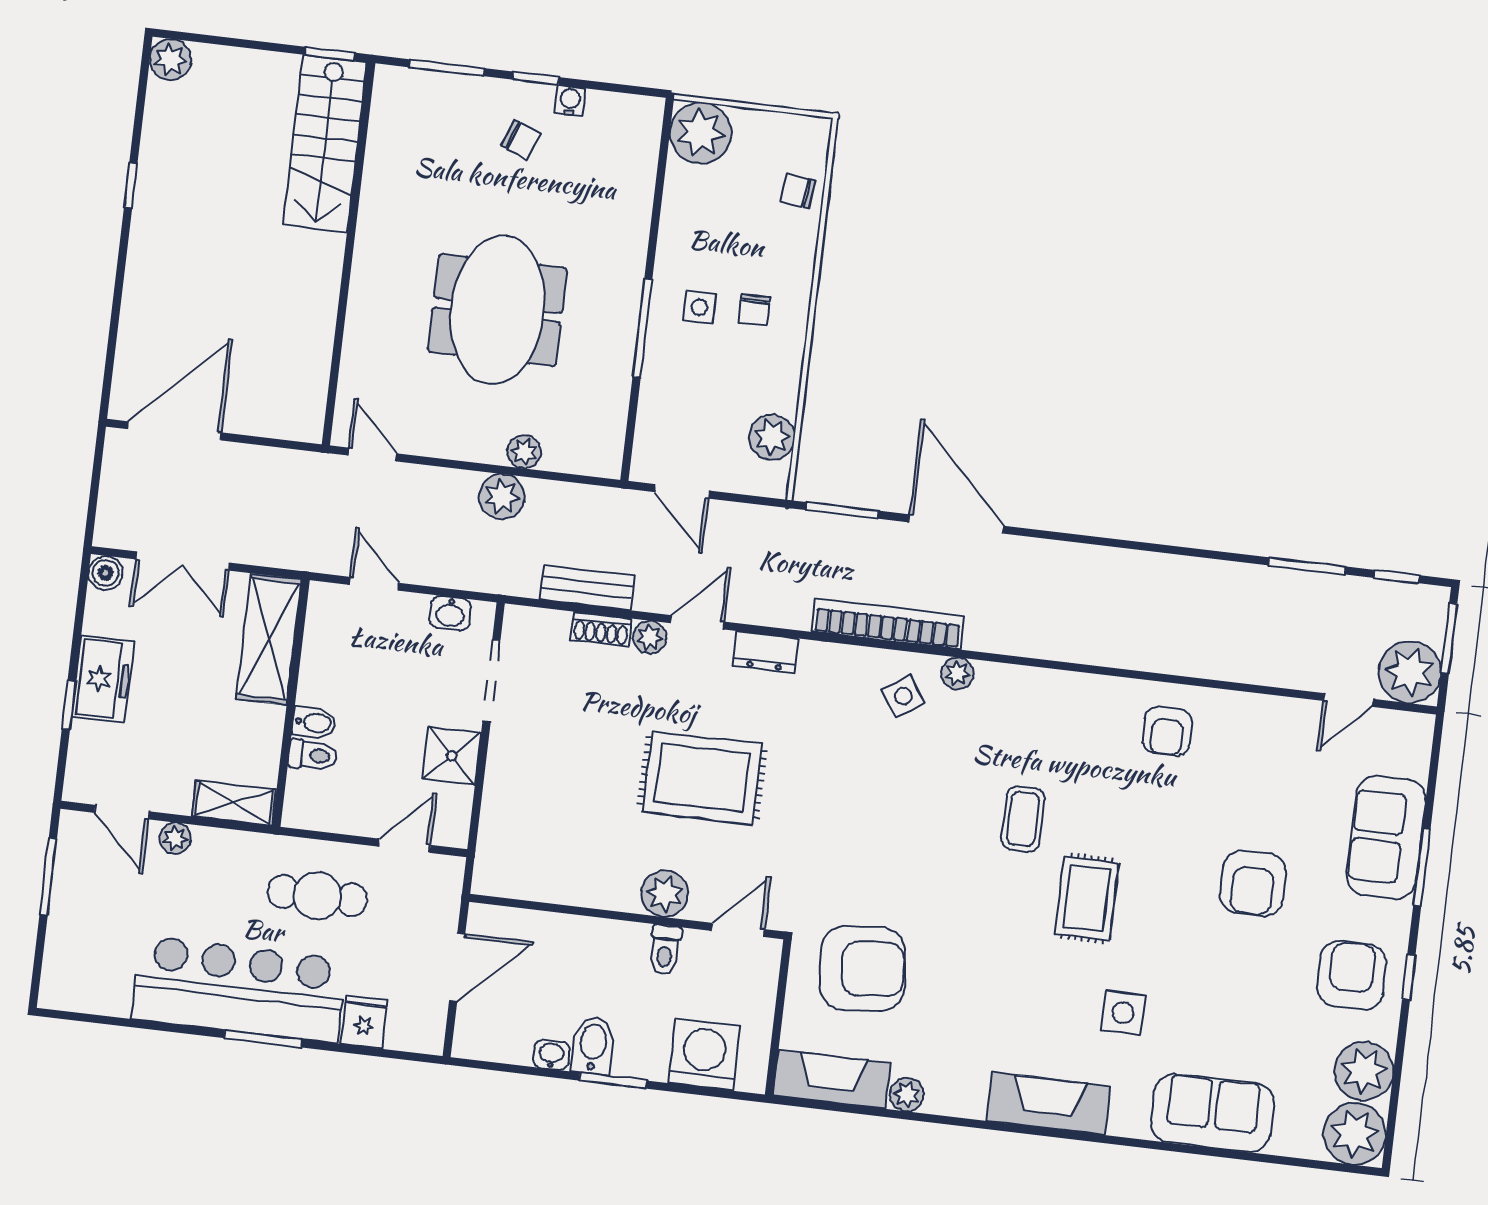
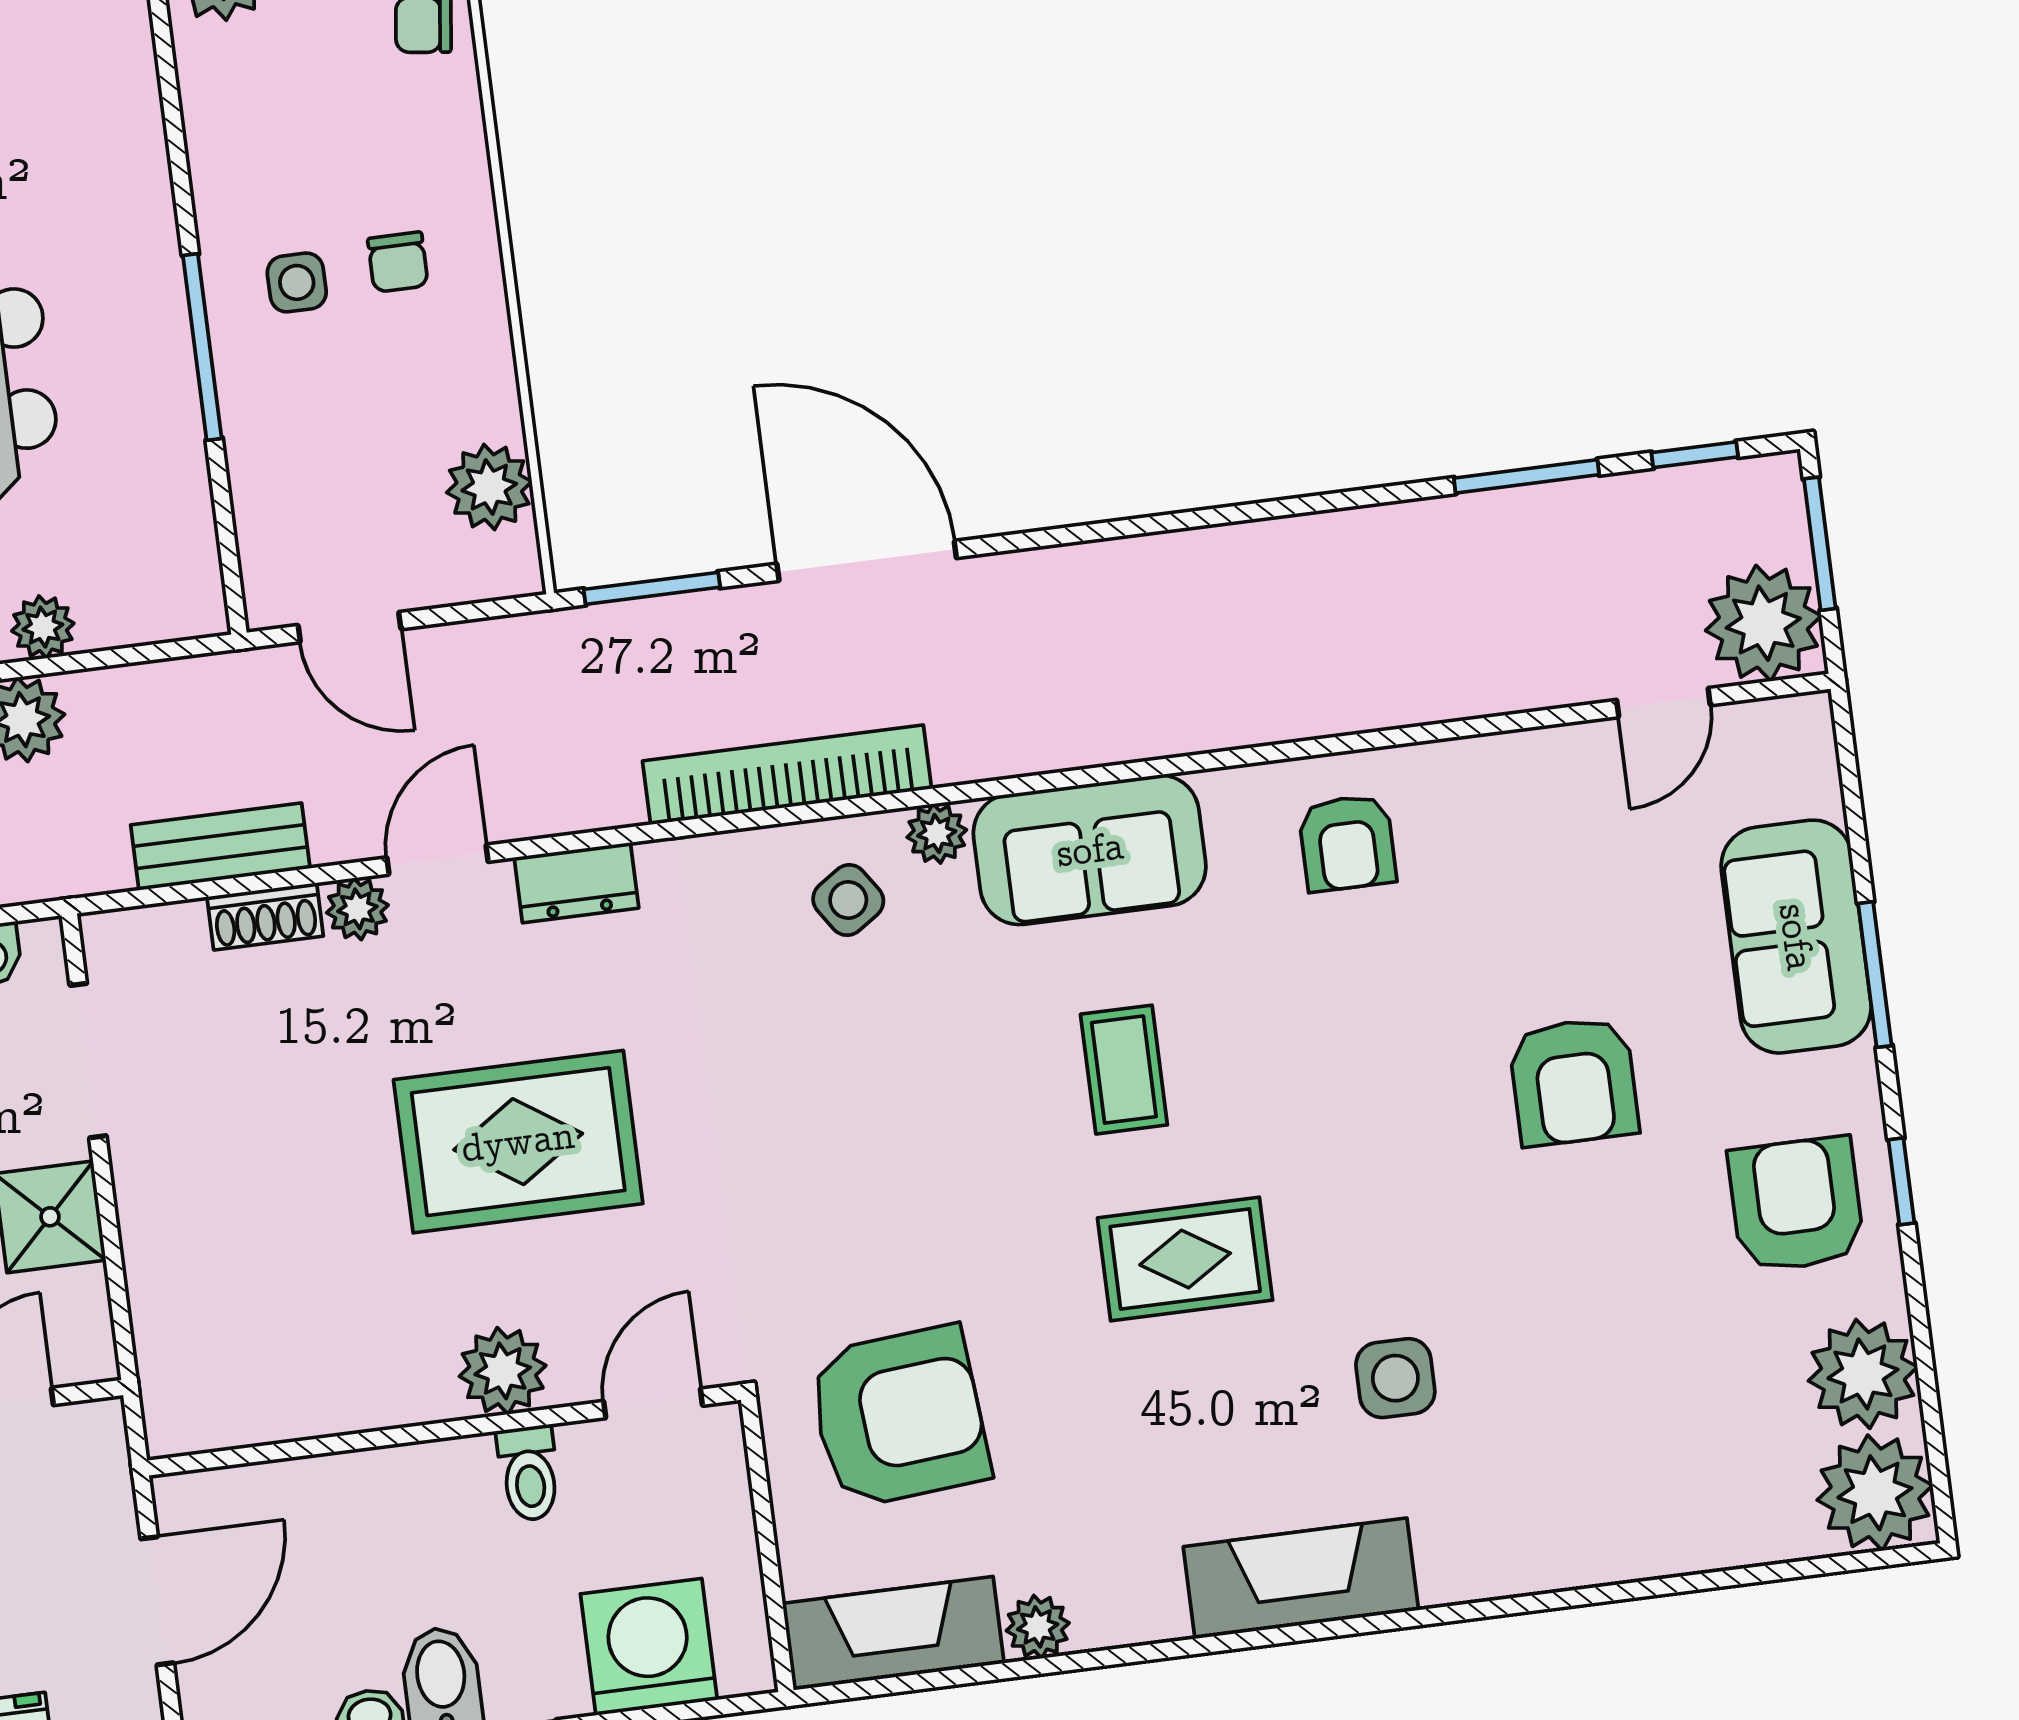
rug: (1087, 898) -> (1185, 1259), moved, turned 90
sofa: (1212, 1113) -> (1090, 850), moved, turned 180

